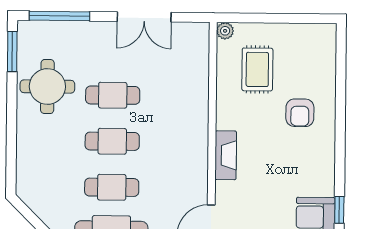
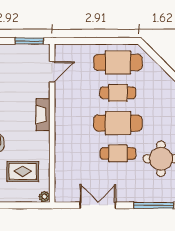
rug: (257, 69) -> (23, 171), turned 90
cafe table: (112, 141) -> (118, 123), width x1.37, depth x1.35

